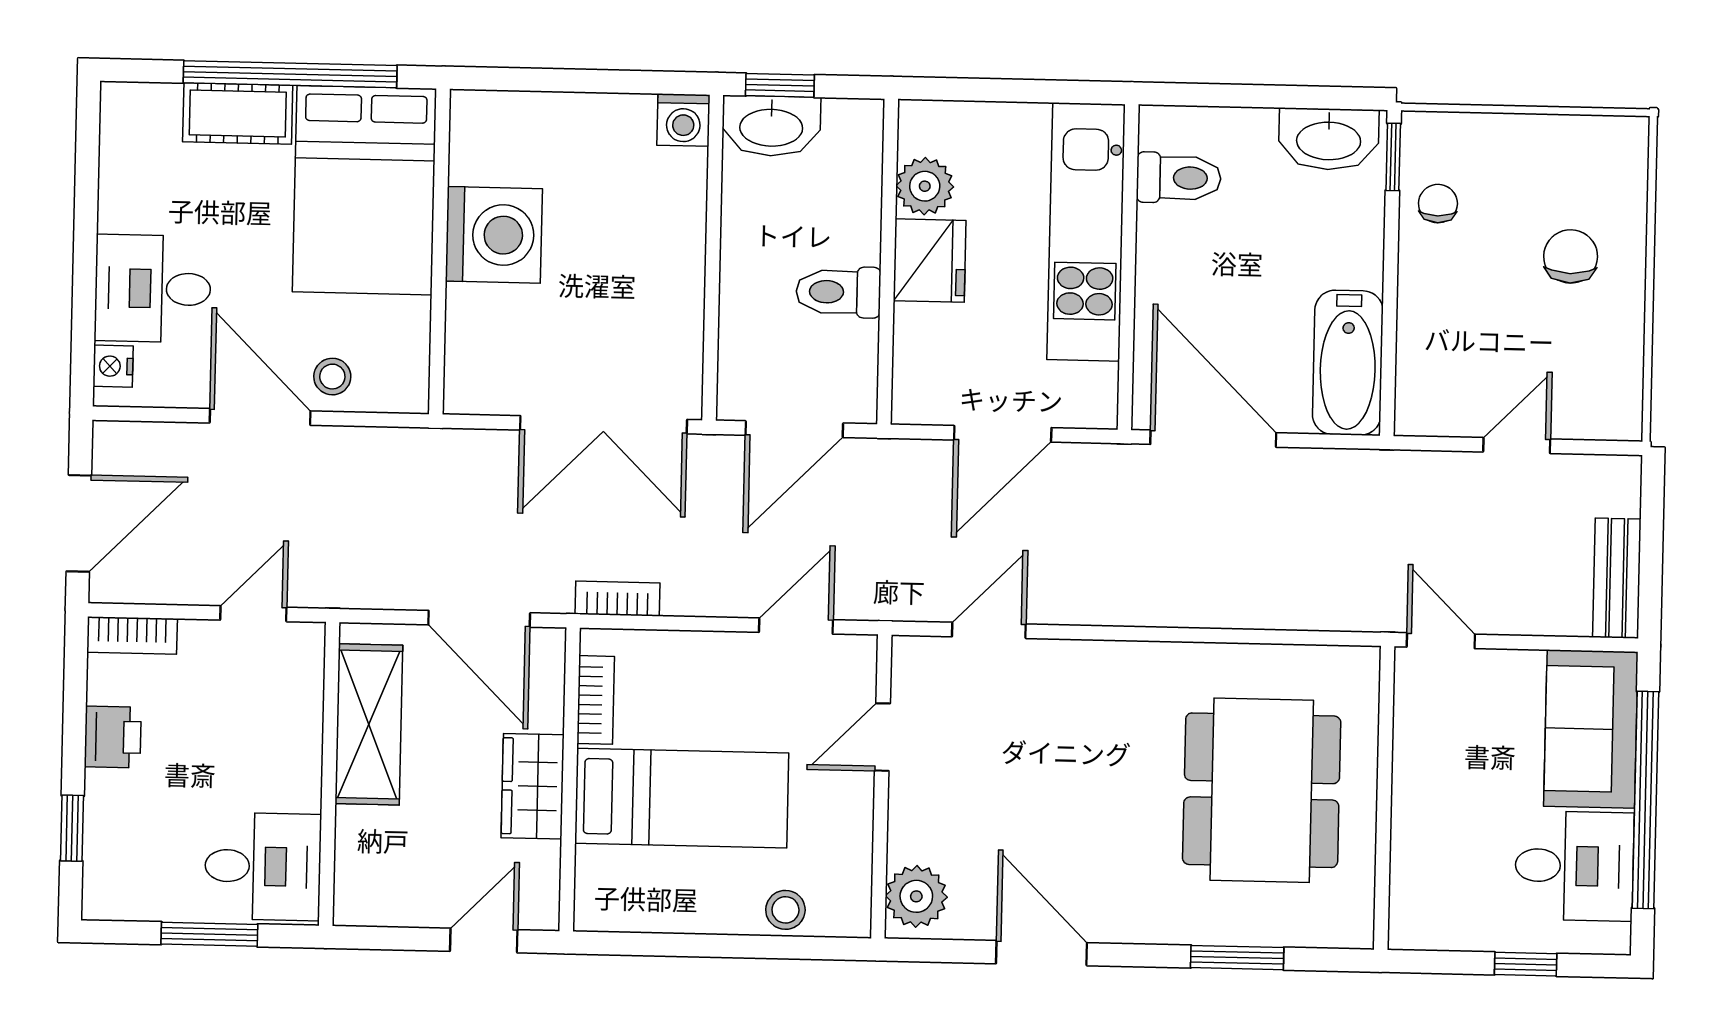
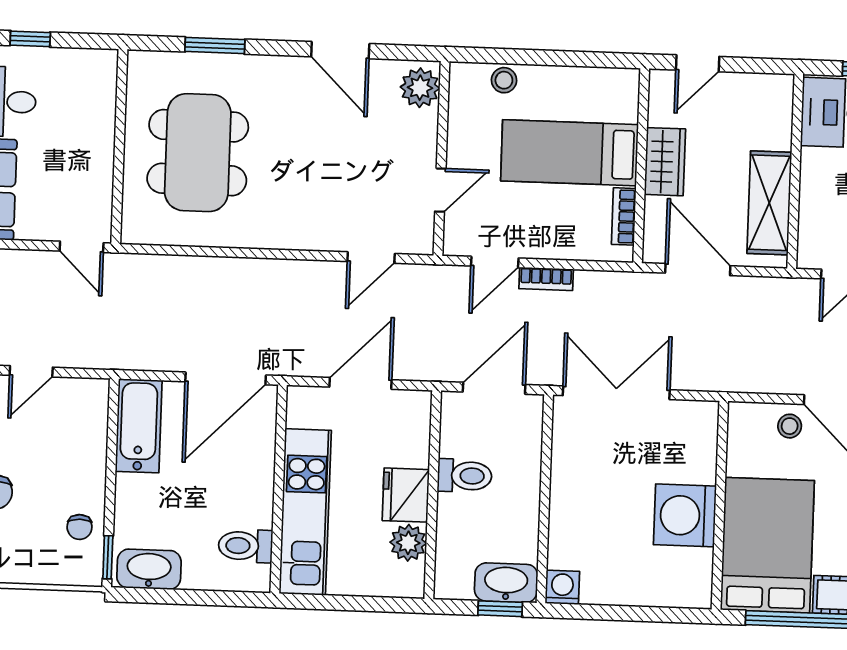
door: (1213, 439) -> (226, 378), hinge flipped
bookcase: (617, 599) -> (546, 279), moved

